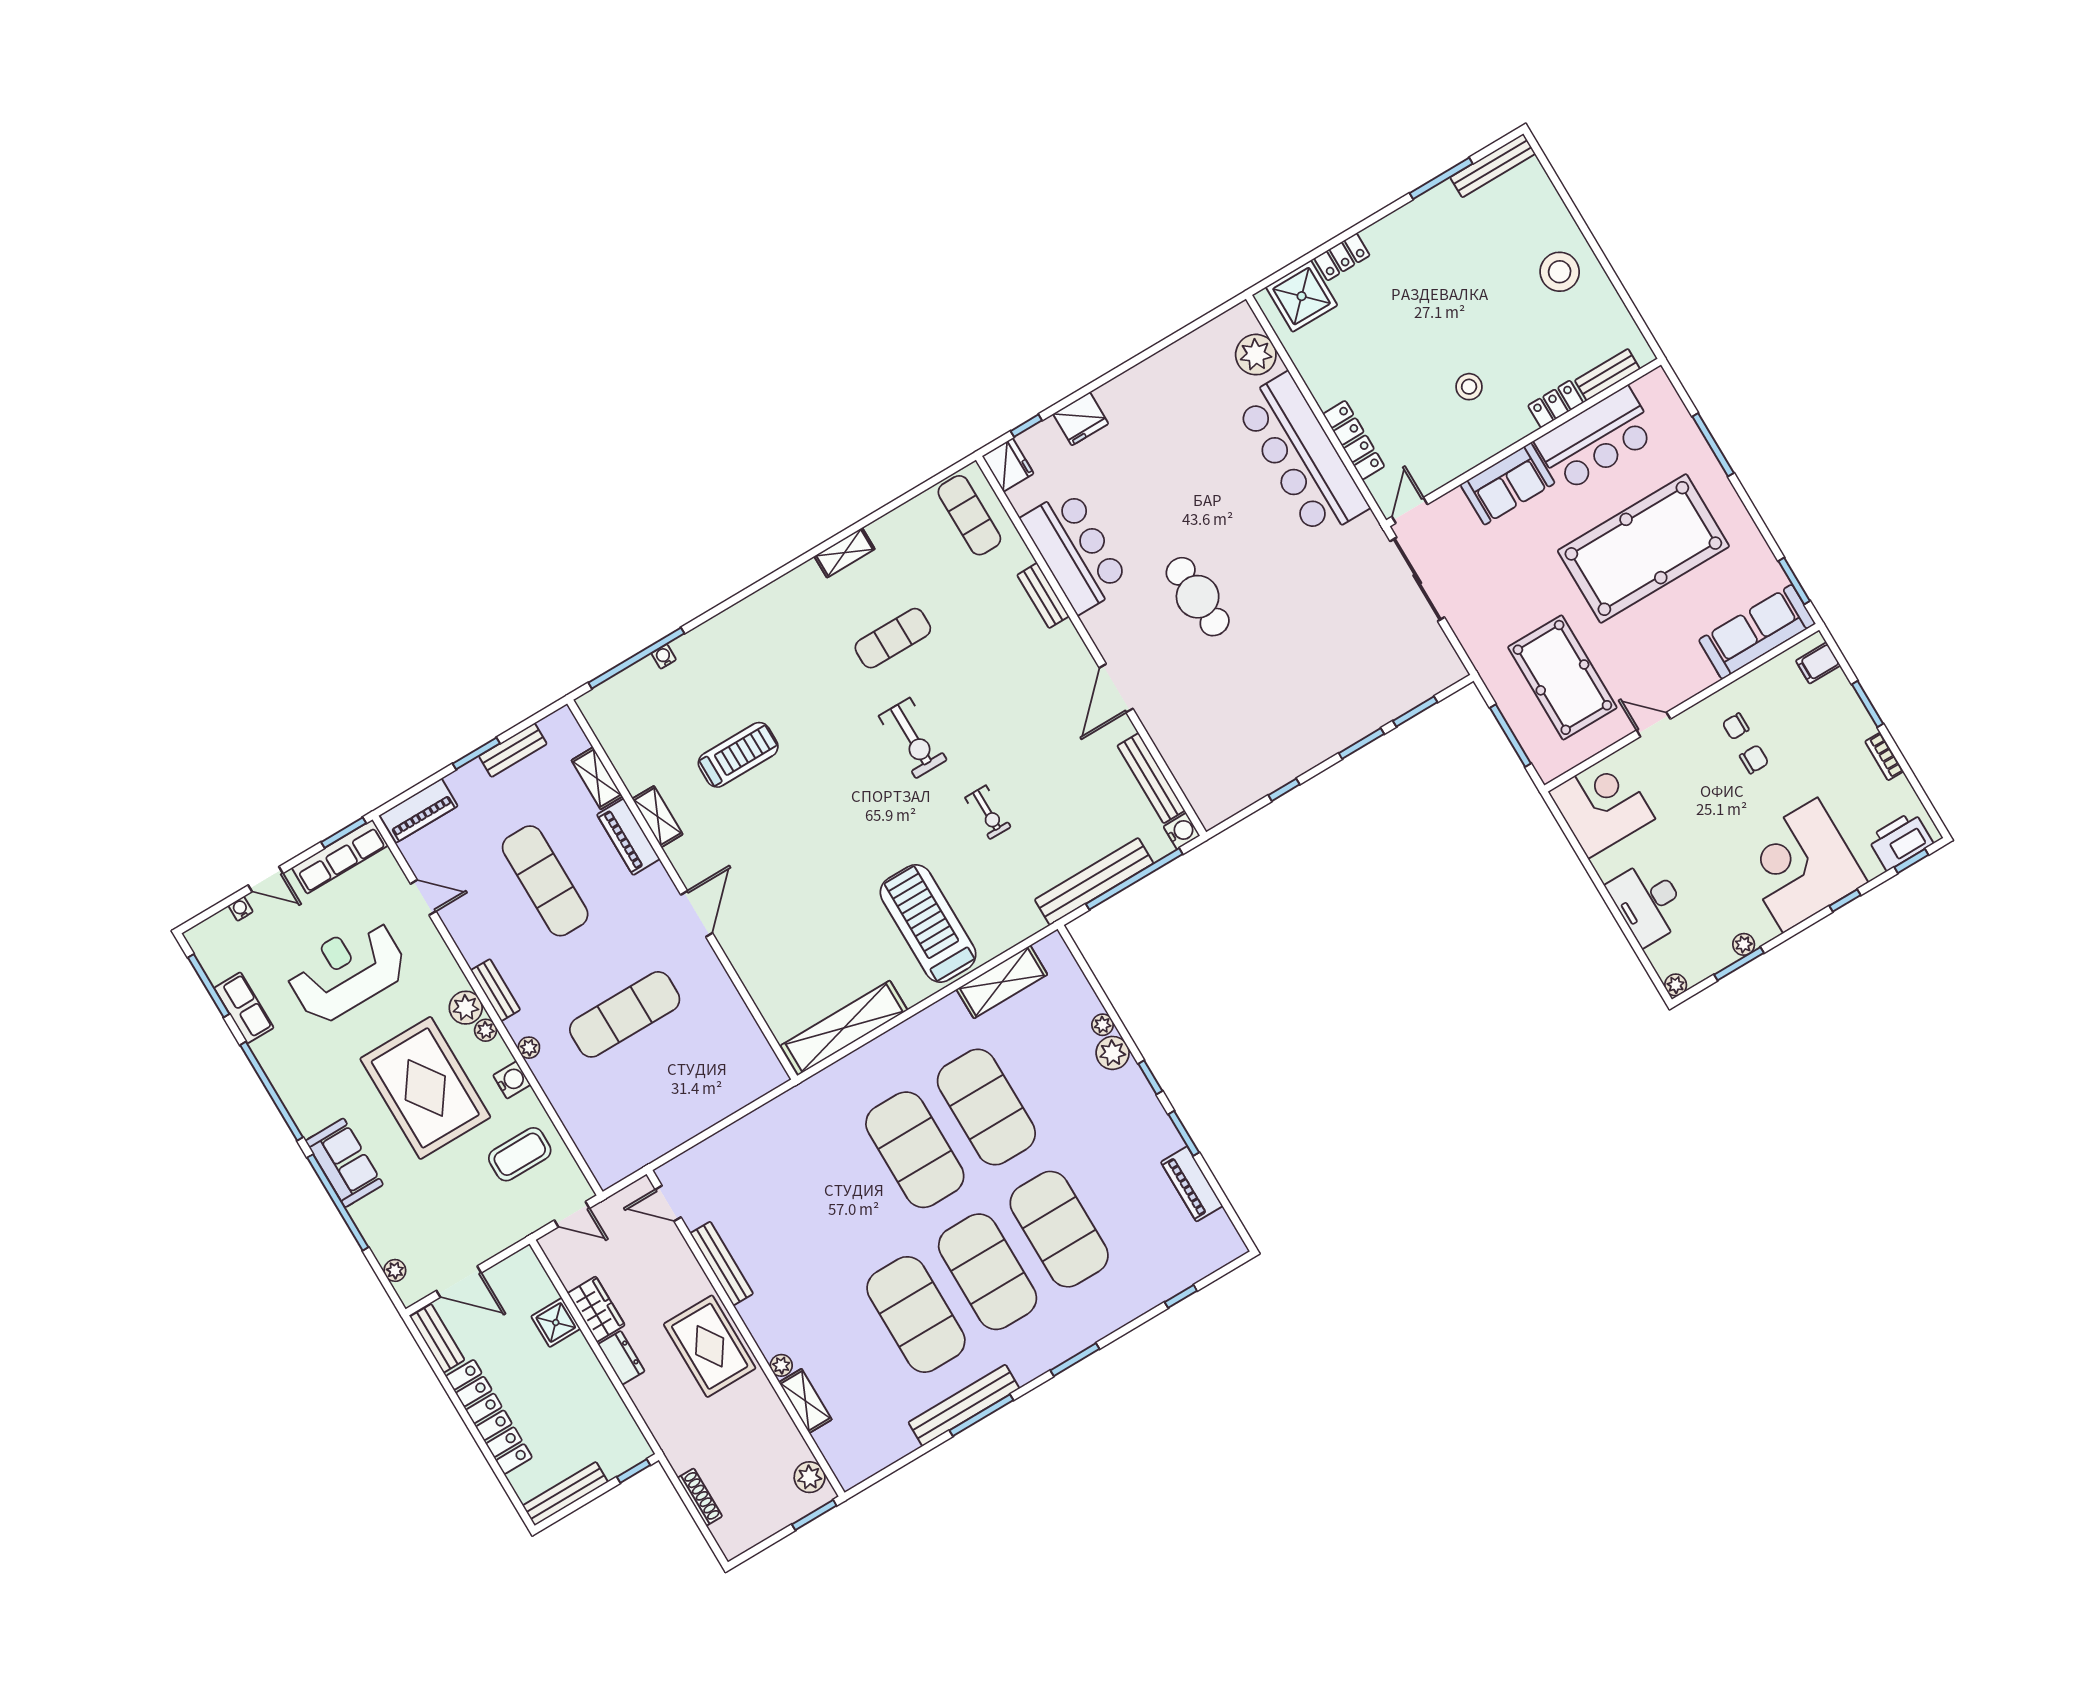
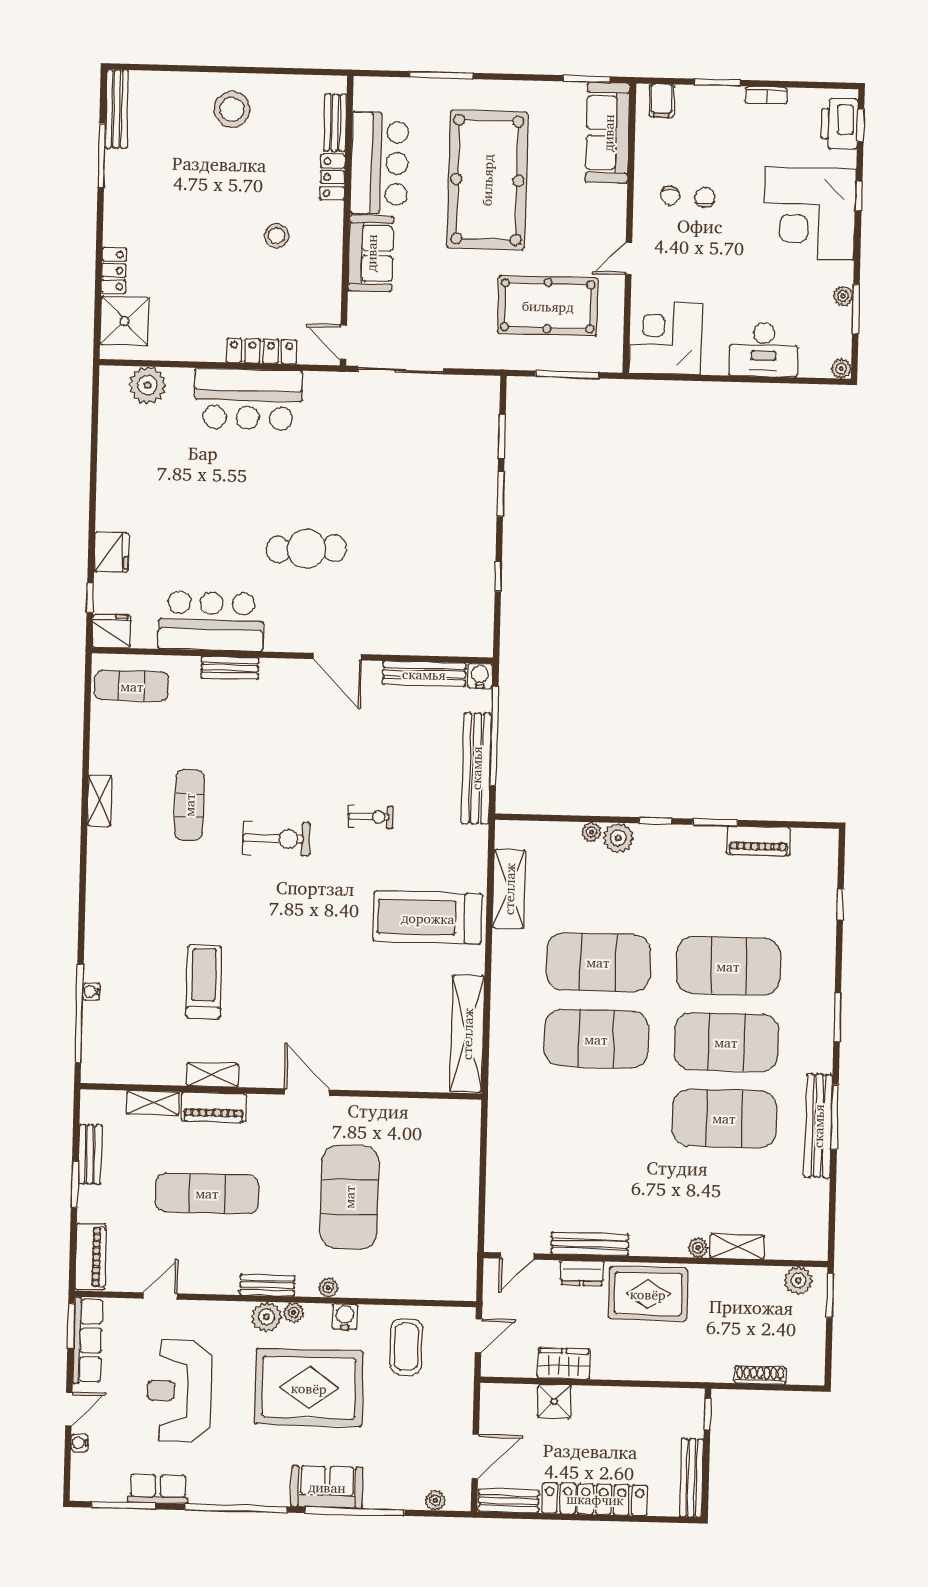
bar counter: (1302, 456) -> (248, 399), width x0.73
exercise mat: (625, 1014) -> (349, 1197), width x1.47
dresser: (621, 1358) -> (582, 1273), moved, turned 180

